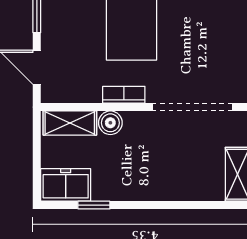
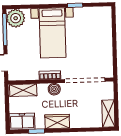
boiler: (110, 123) -> (54, 89), moved
wardrobe: (135, 187) -> (57, 122), added

